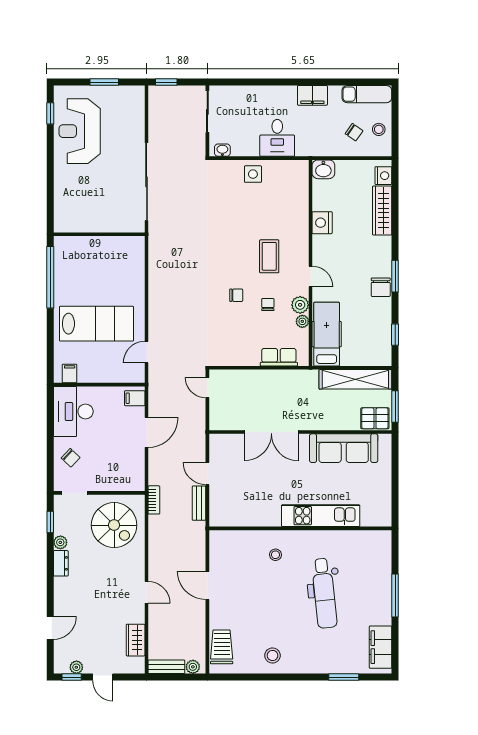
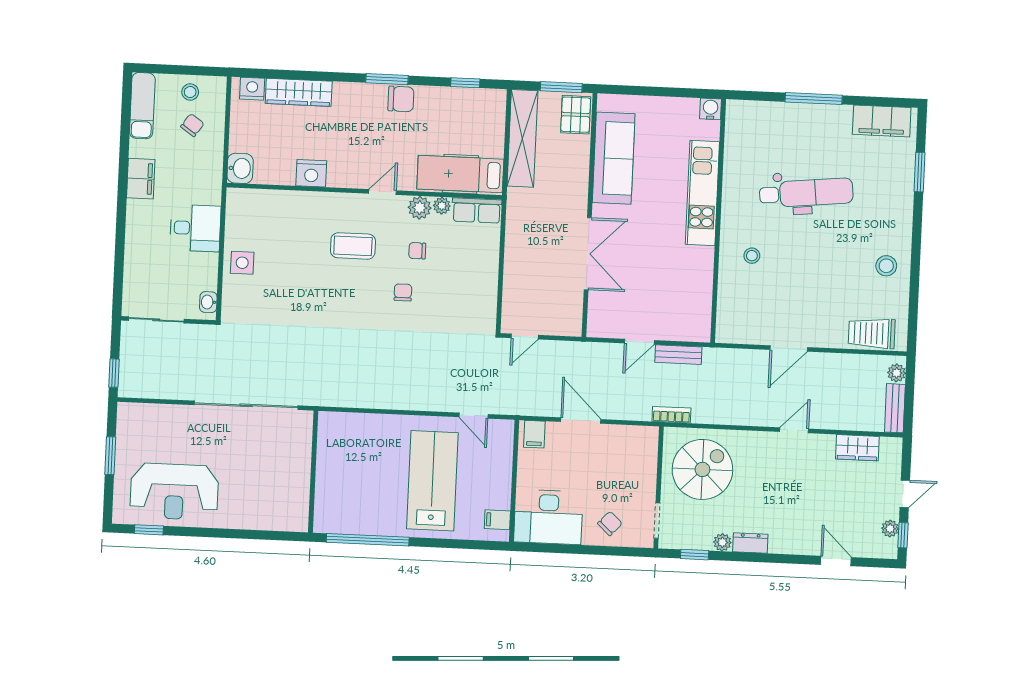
row of seats: (279, 357) -> (477, 210), moved, turned -90
water cooler: (384, 519) -> (710, 109), added

